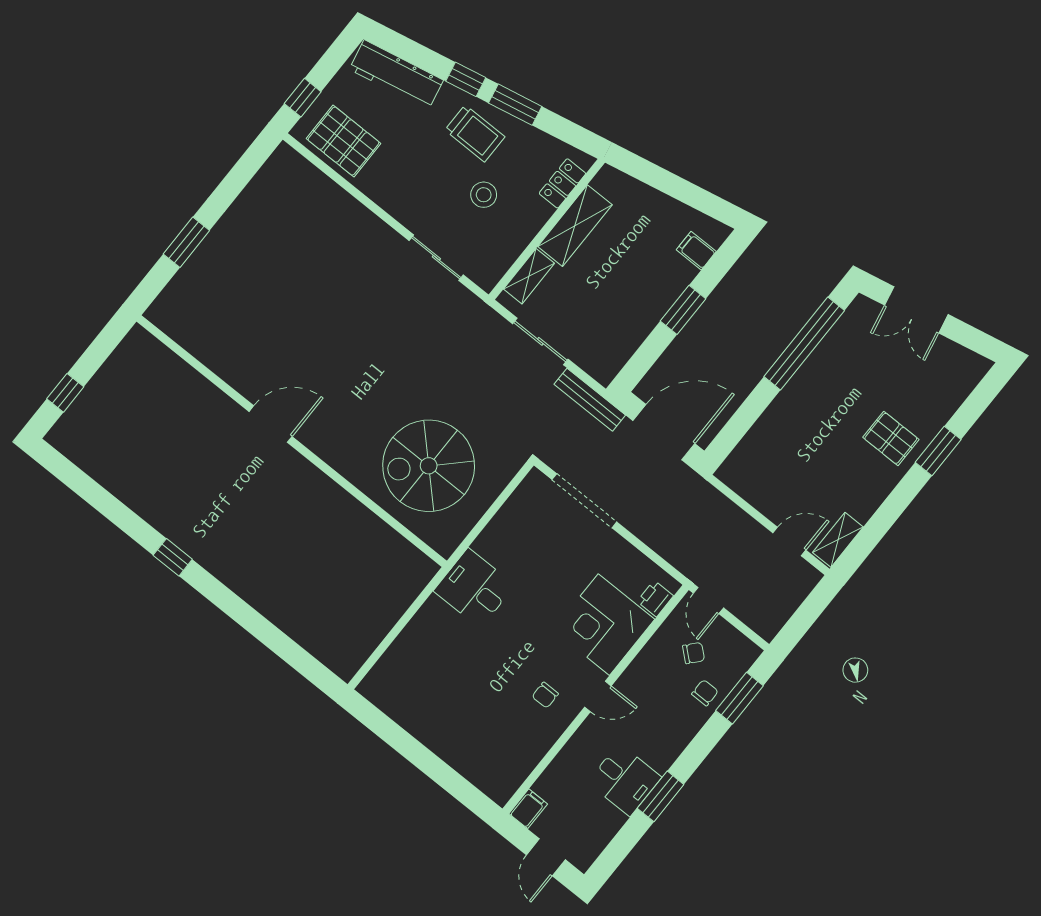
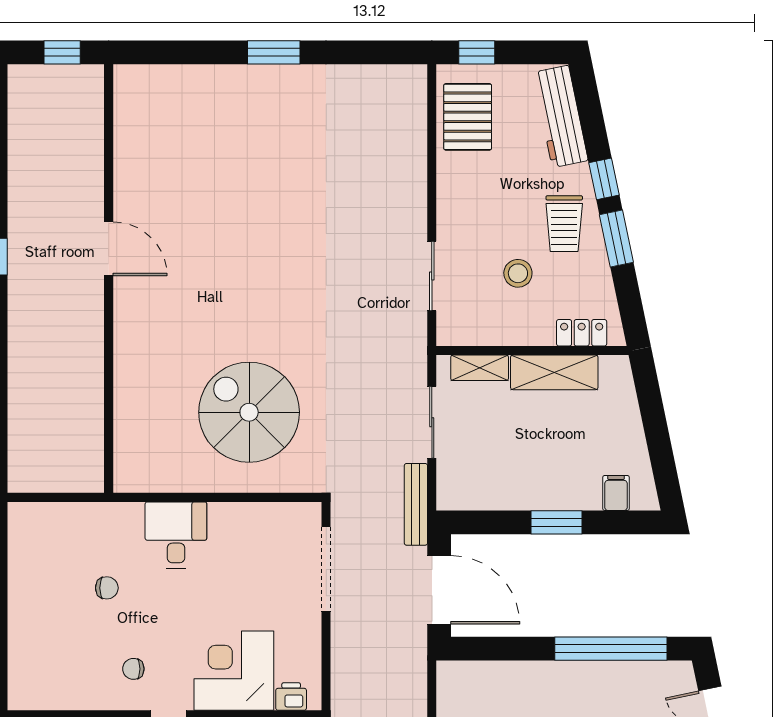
door: (271, 424) -> (109, 249), moved
wall: (292, 441) -> (109, 279), moved
chair: (472, 668) -> (107, 588), added

